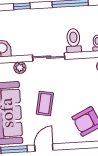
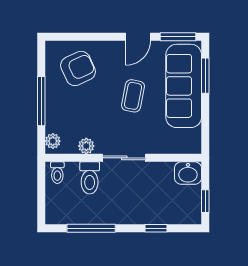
plant: (20, 68) -> (86, 146), moved

